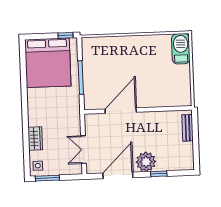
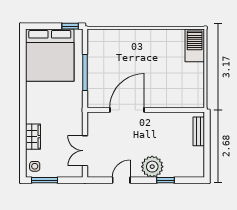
door: (118, 175) -> (121, 180), width x0.53

